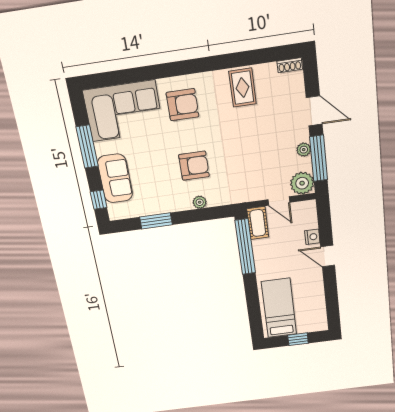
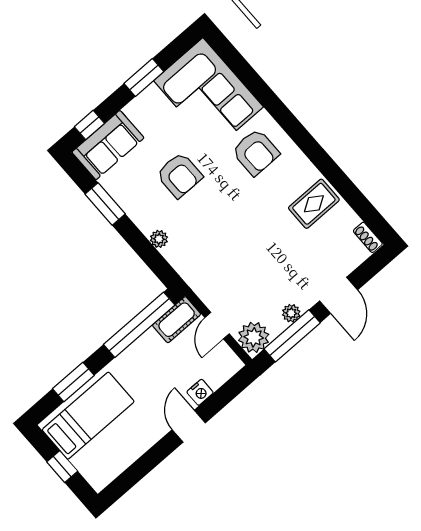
window: (87, 147) -> (144, 78), width x0.69
armchair: (194, 166) -> (179, 175), moved
sofa: (115, 178) -> (108, 145), moved
window: (253, 304) -> (73, 382), added

